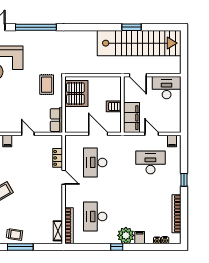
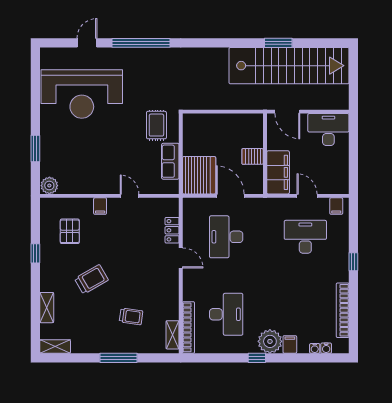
server rack: (76, 93) -> (199, 175), moved
row of seats: (56, 120) -> (170, 161), moved
desk: (95, 216) -> (226, 314), turned 180
trolley: (14, 234) -> (131, 316), moved

